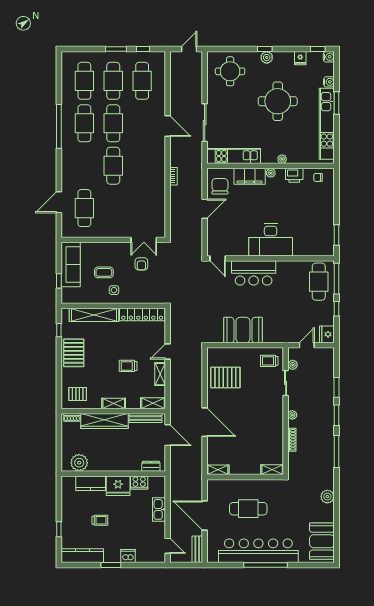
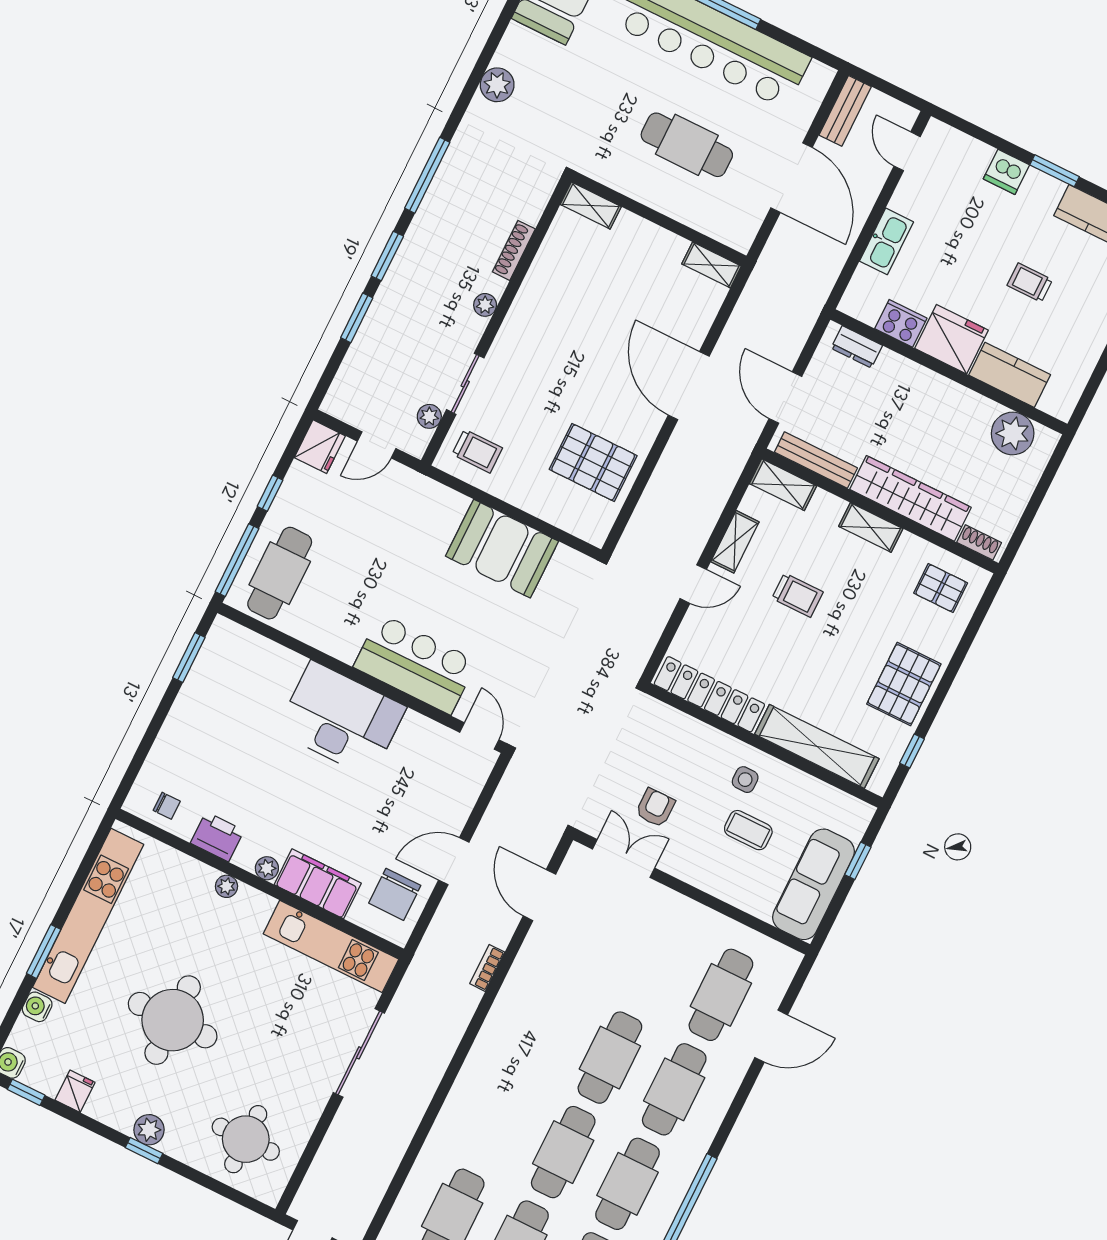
door: (168, 126) -> (540, 895), moved
cafe table: (84, 166) -> (674, 1089), added

